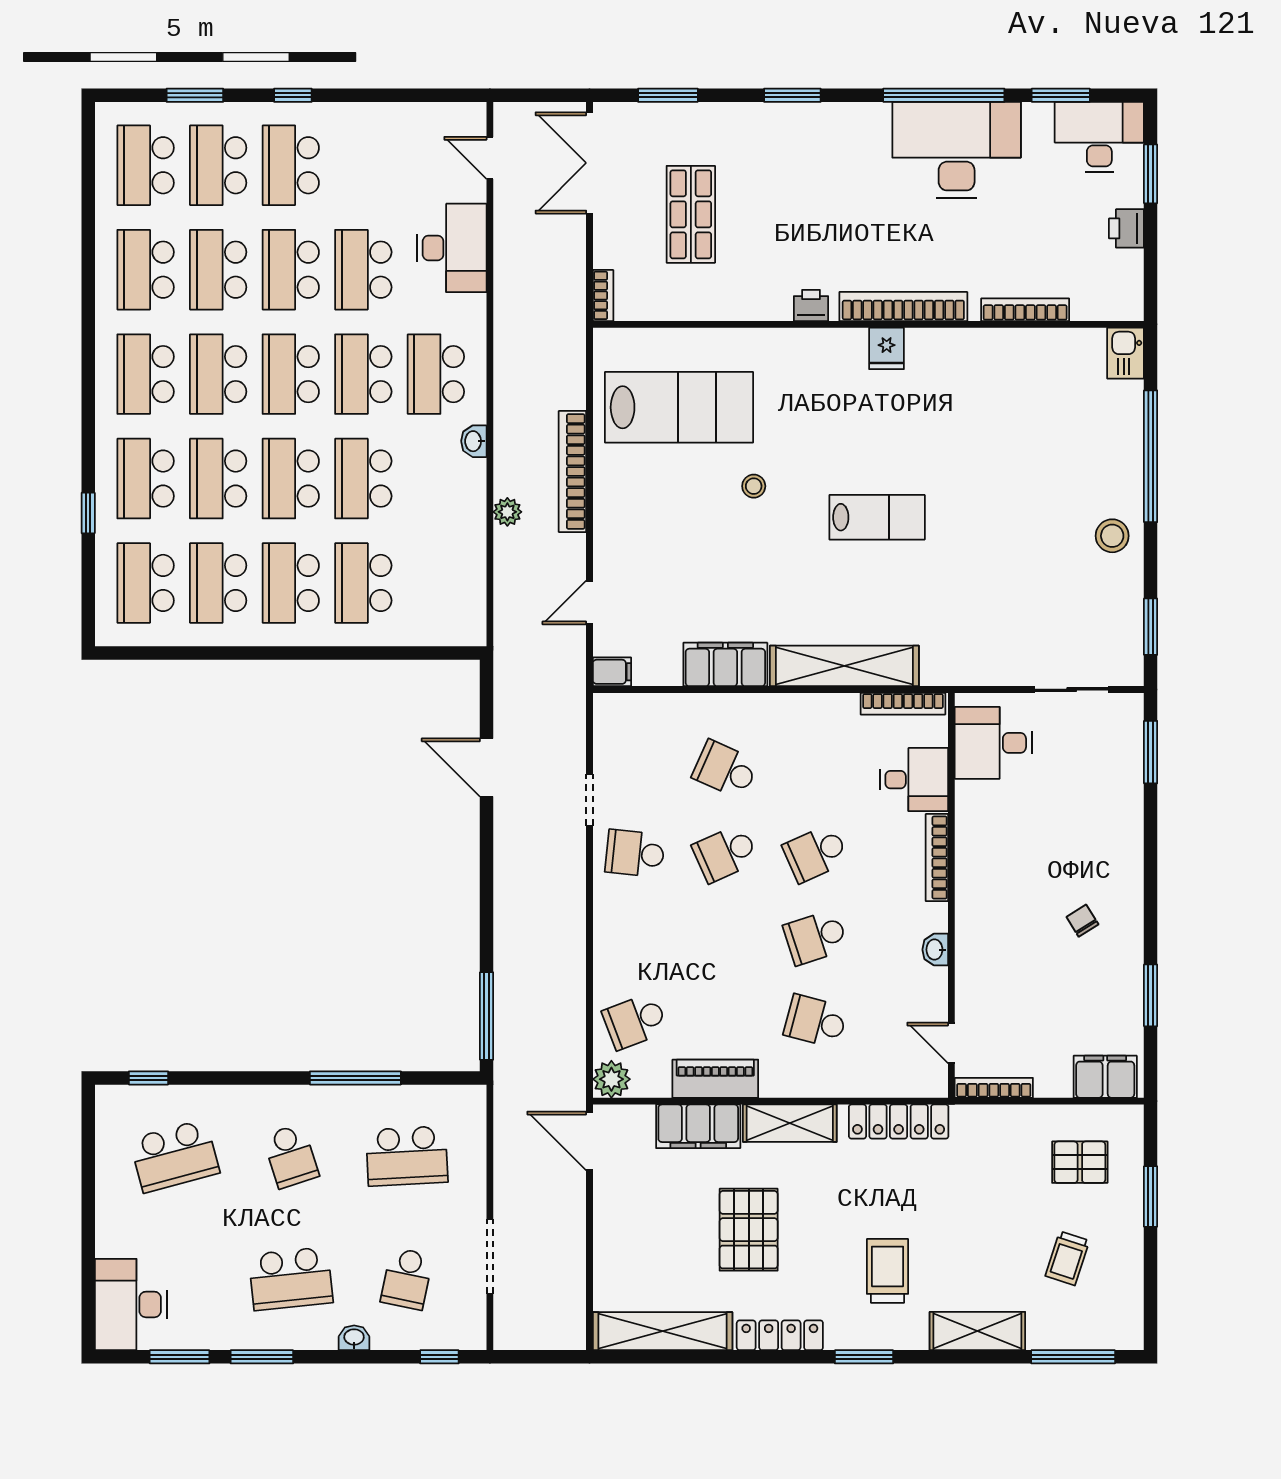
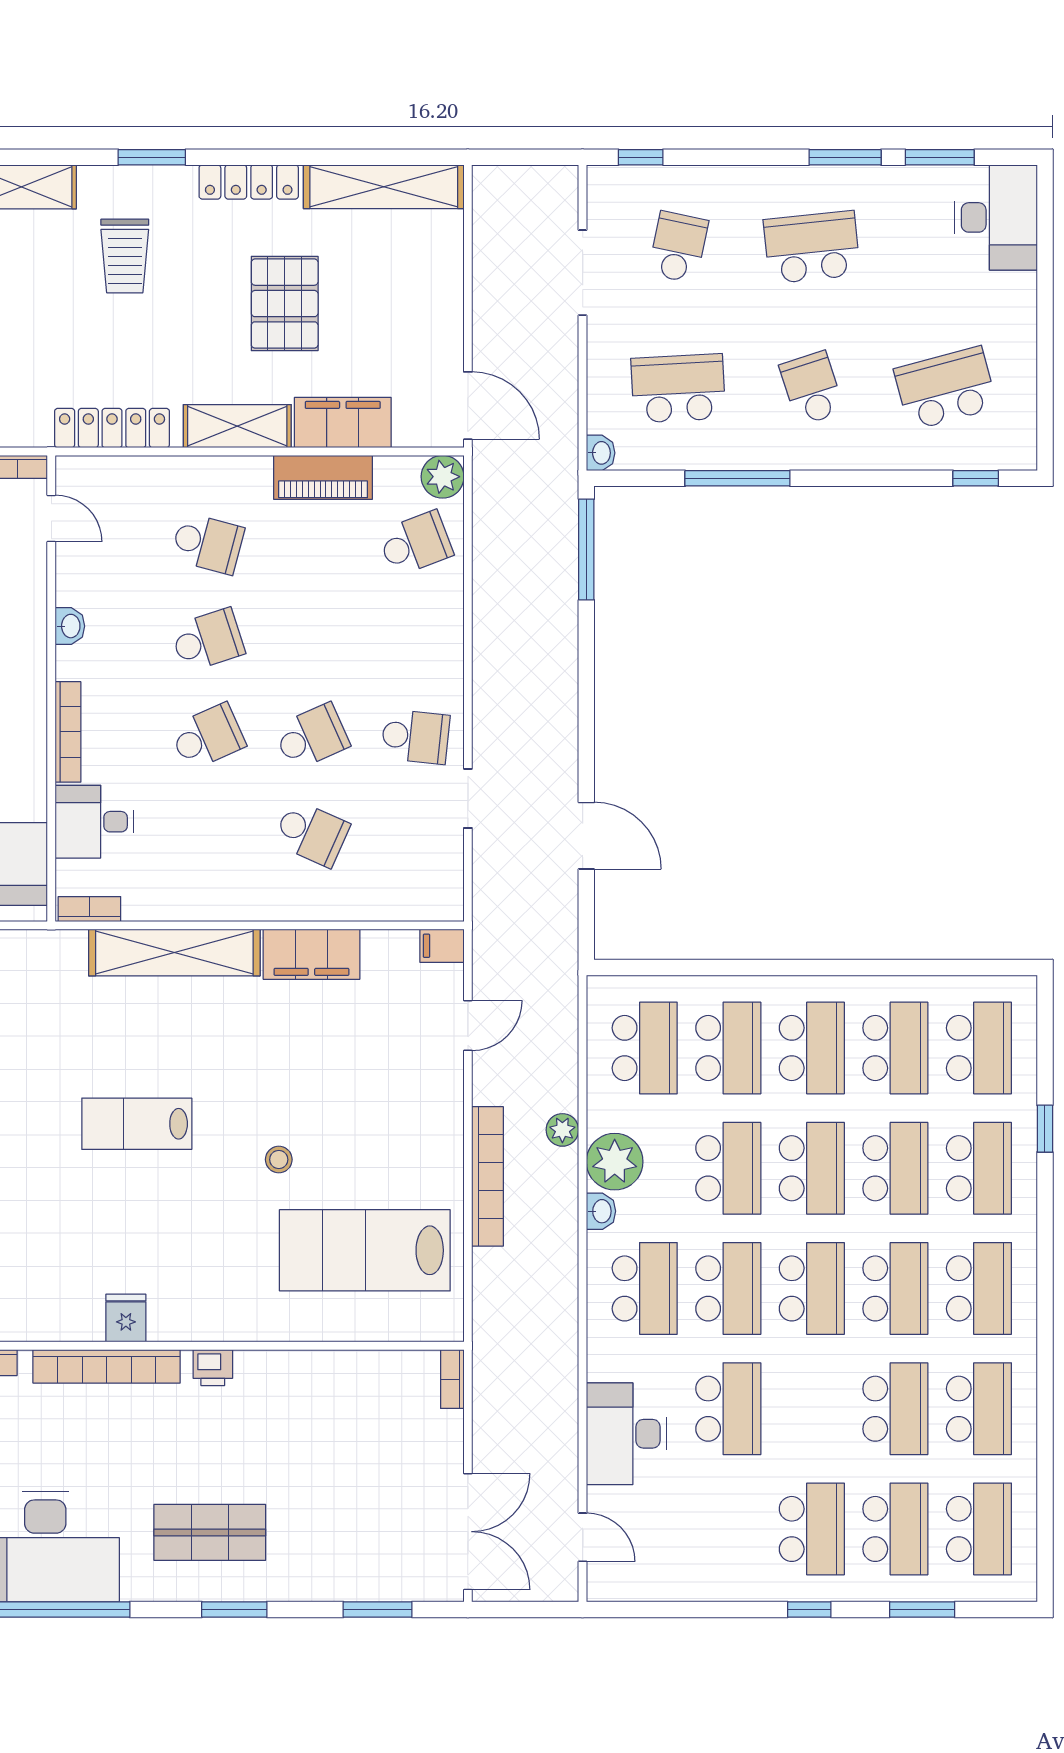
shop shelf: (691, 214) -> (210, 1532), moved, turned 90
school desk: (291, 270) -> (645, 1048), moved
plant: (462, 484) -> (615, 1162), added
bookcase: (903, 704) -> (89, 909), width x0.64
washbasin: (354, 1338) -> (601, 453), moved, turned -90

